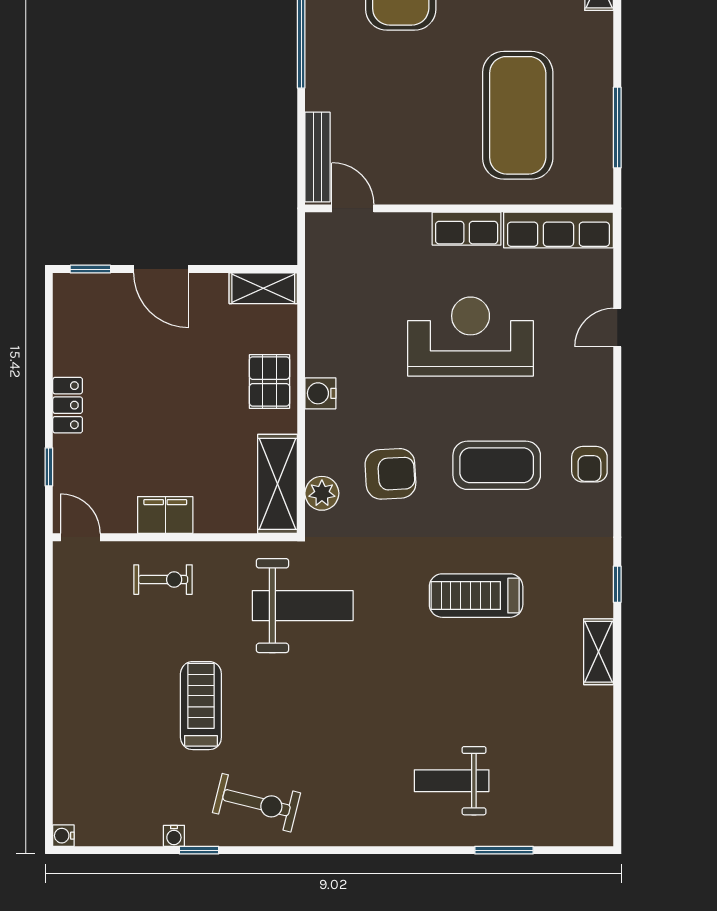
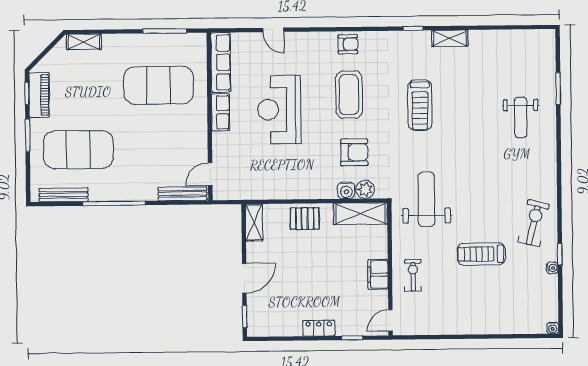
water cooler: (320, 393) -> (346, 190), moved
armchair: (390, 474) -> (354, 152), turned 93

